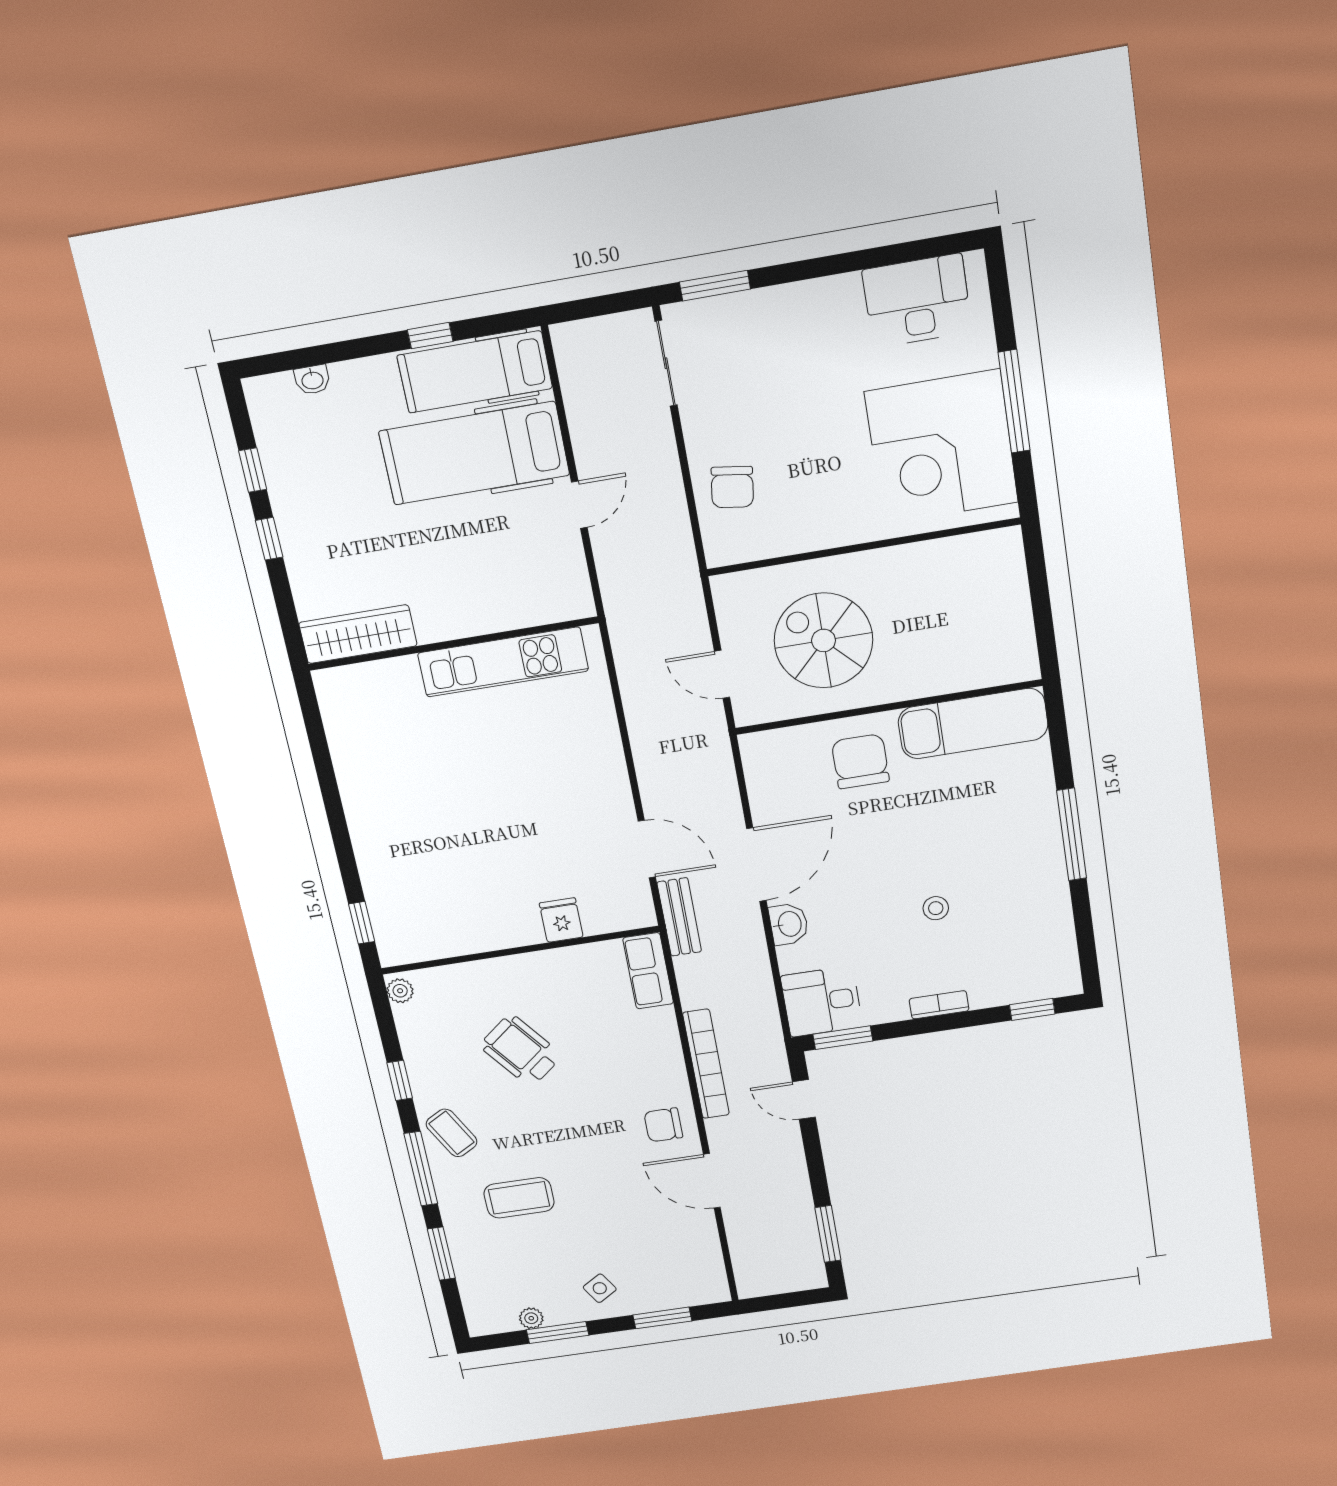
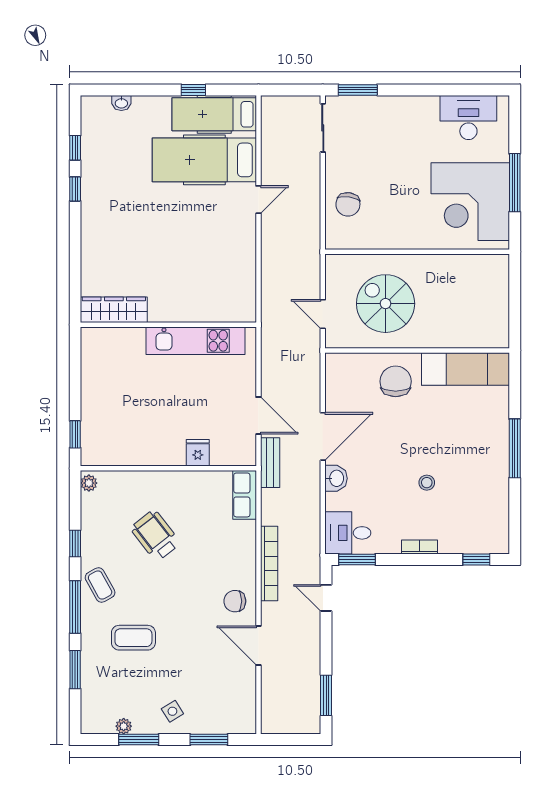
wardrobe: (358, 634) -> (114, 310), moved
wall: (453, 644) -> (168, 325), moved
kitchen unit: (503, 662) -> (196, 341), moved

